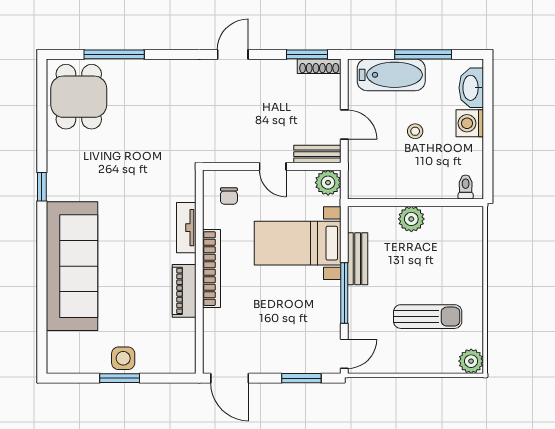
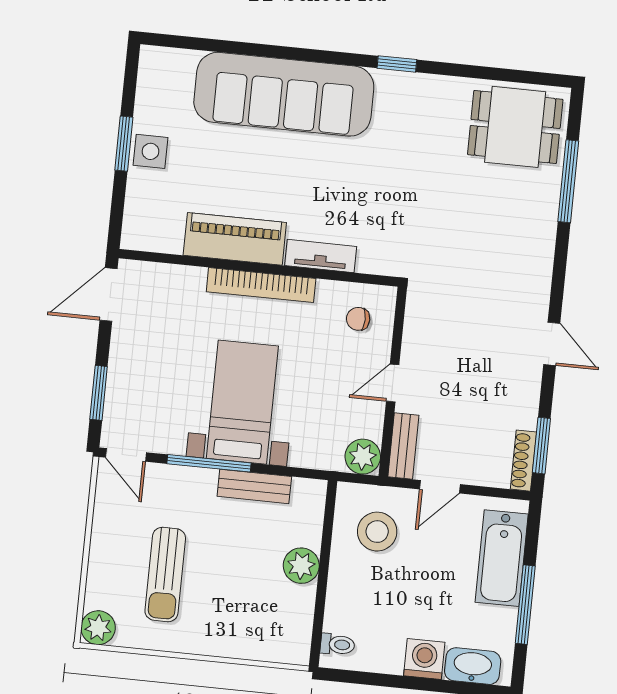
stool: (415, 131) -> (377, 532), moved, width x1.89, depth x1.89
bed with nightstands: (298, 243) -> (242, 402), moved
piano: (184, 291) -> (235, 239), width x1.37, depth x1.33

